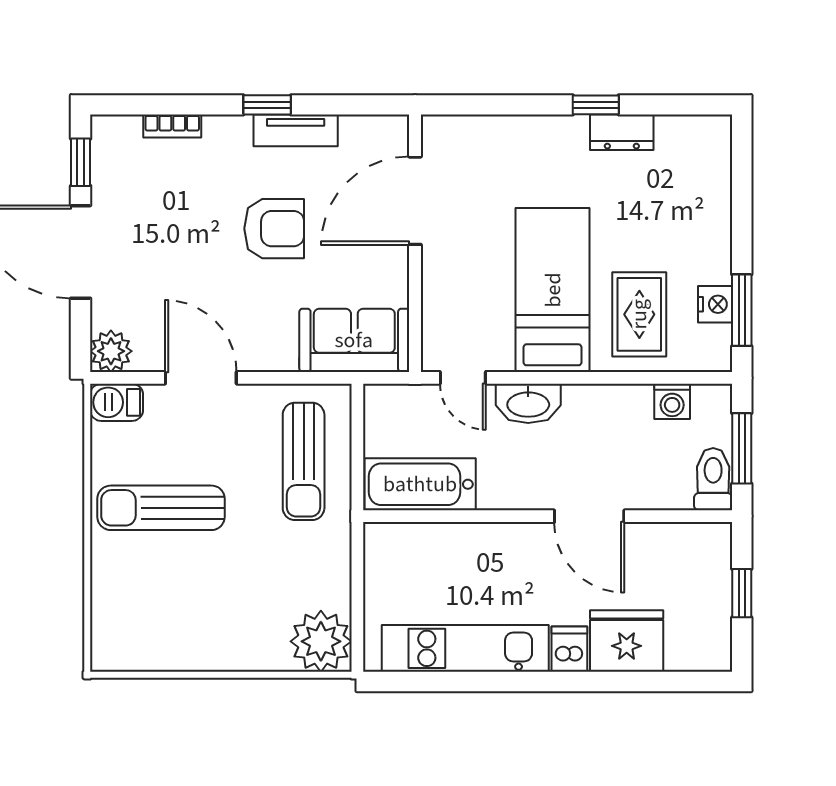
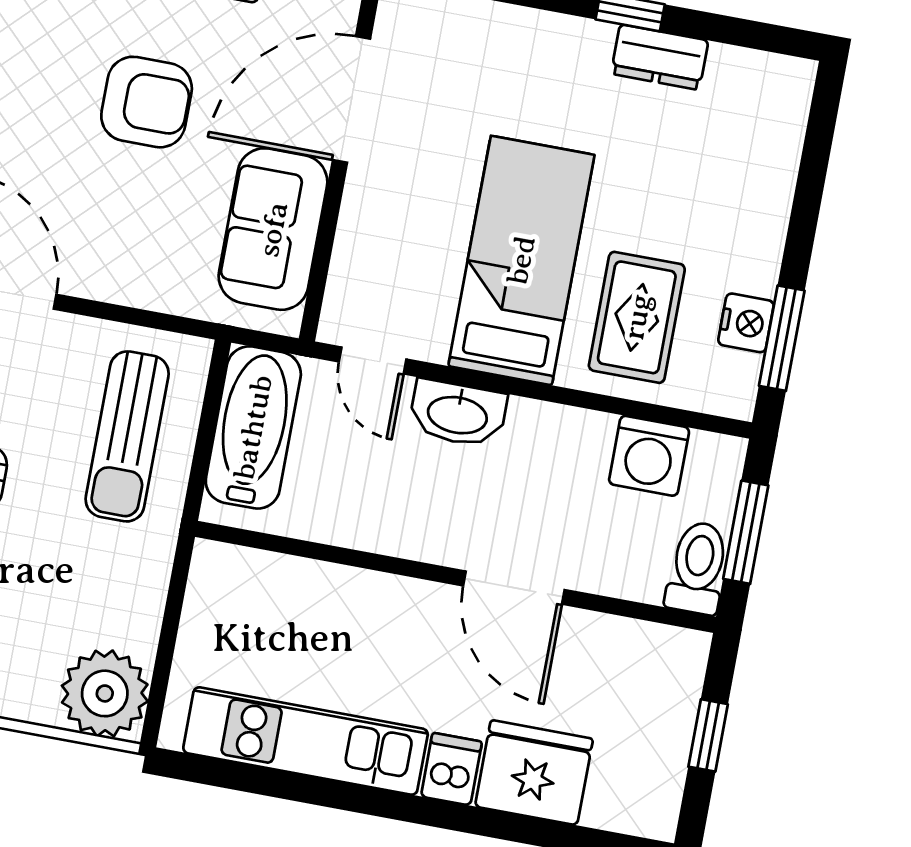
sofa: (354, 340) -> (273, 229), moved, turned -90
washing machine: (672, 401) -> (649, 456), width x1.38, depth x1.38
bathtub: (420, 484) -> (253, 427), moved, turned 90

